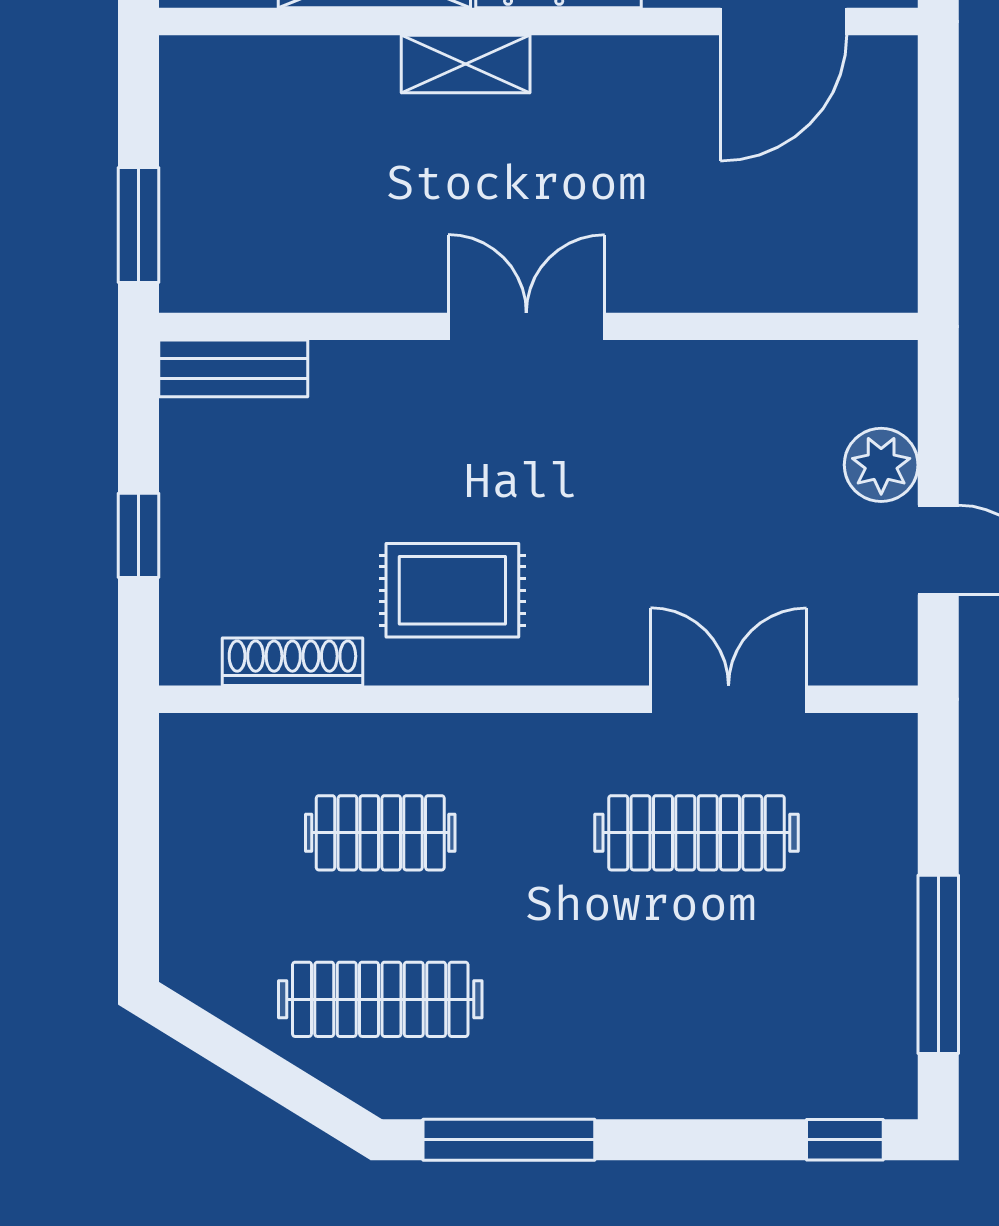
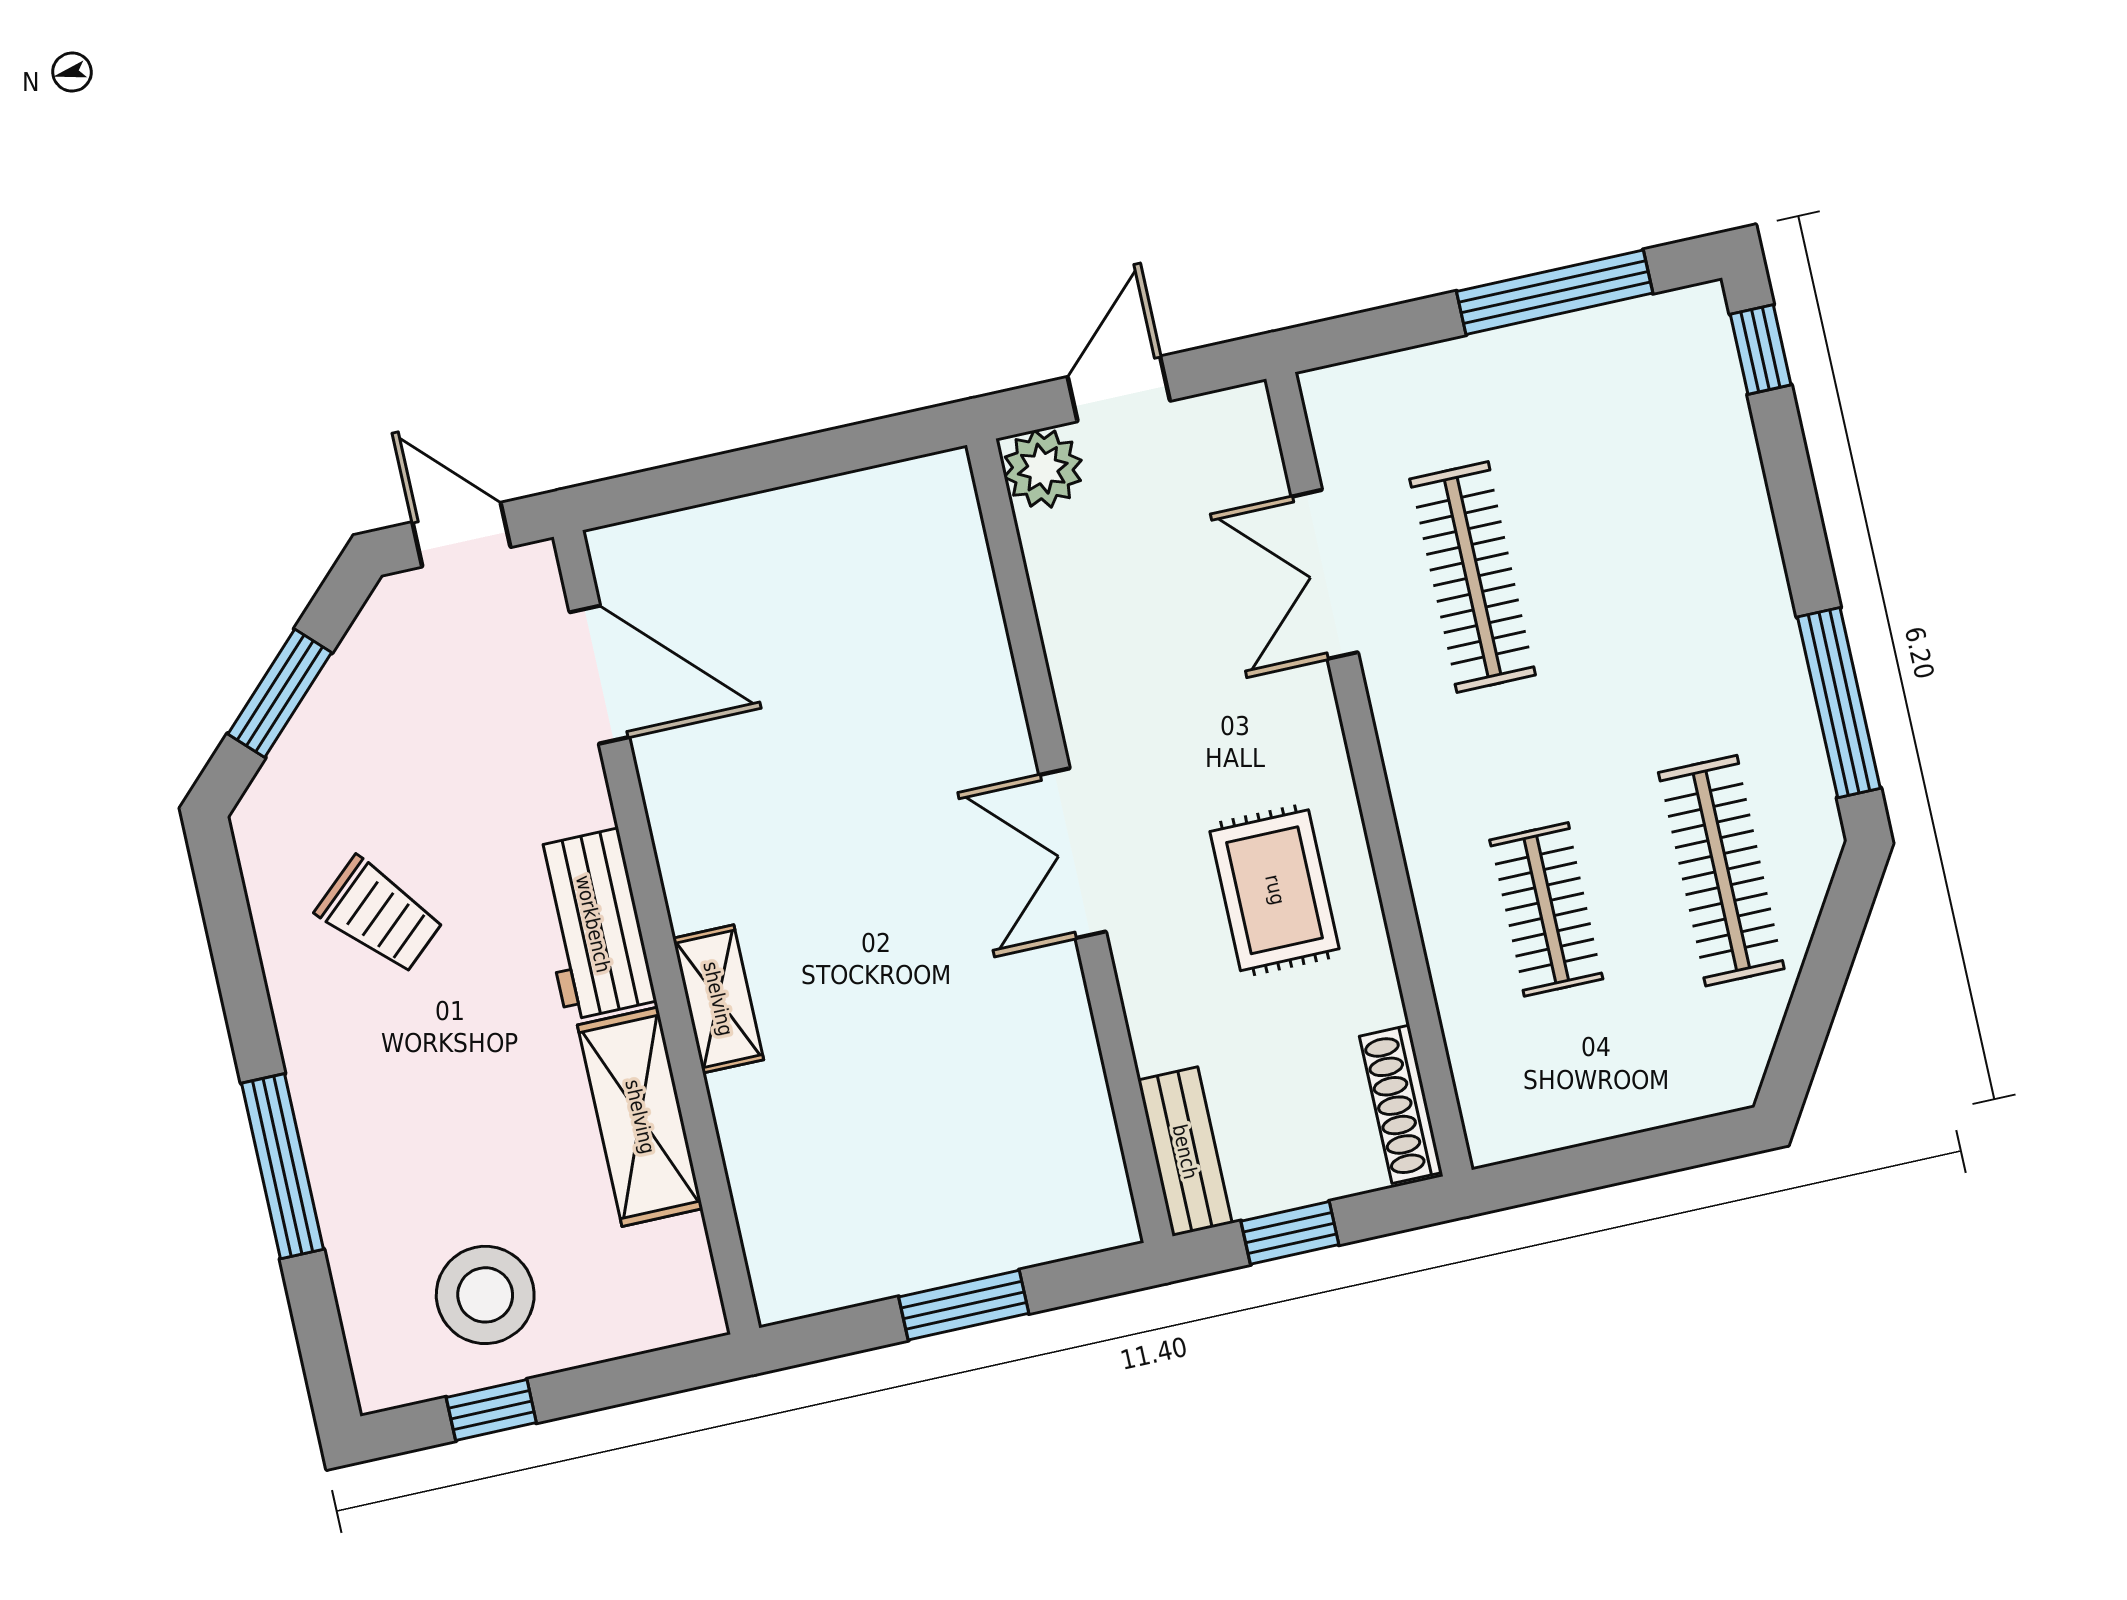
double door: (526, 326) -> (1073, 853), moved
wall: (538, 326) -> (1070, 841), moved
bench: (233, 368) -> (1185, 1152), moved
shoe rack: (292, 662) -> (1401, 1104), moved

